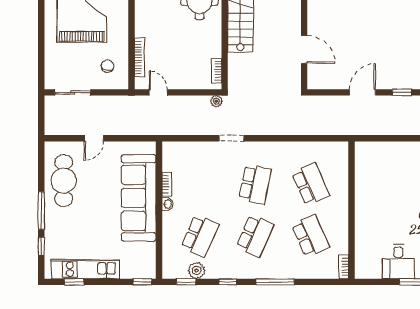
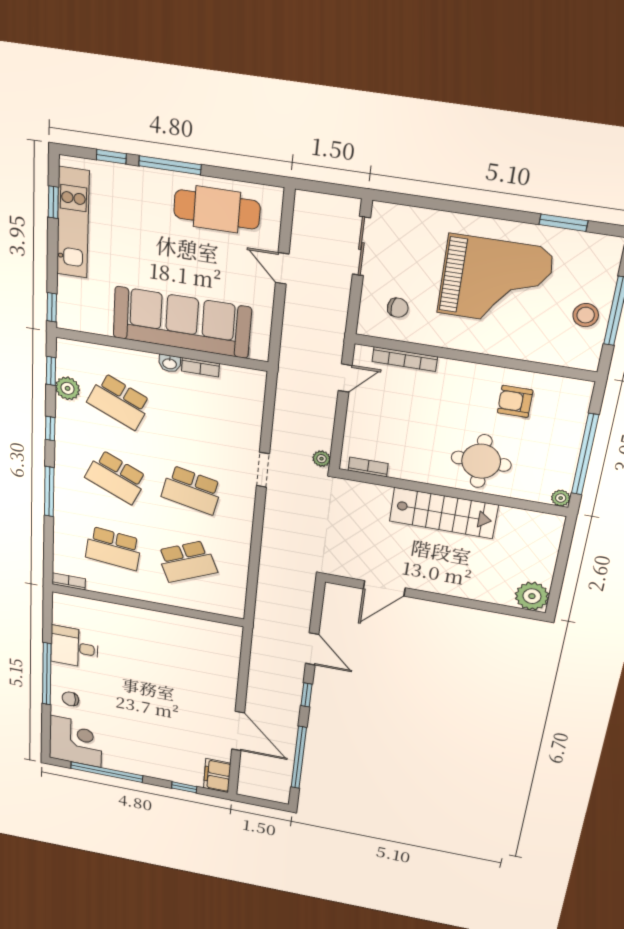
school desk: (311, 236) -> (113, 548), turned 30

